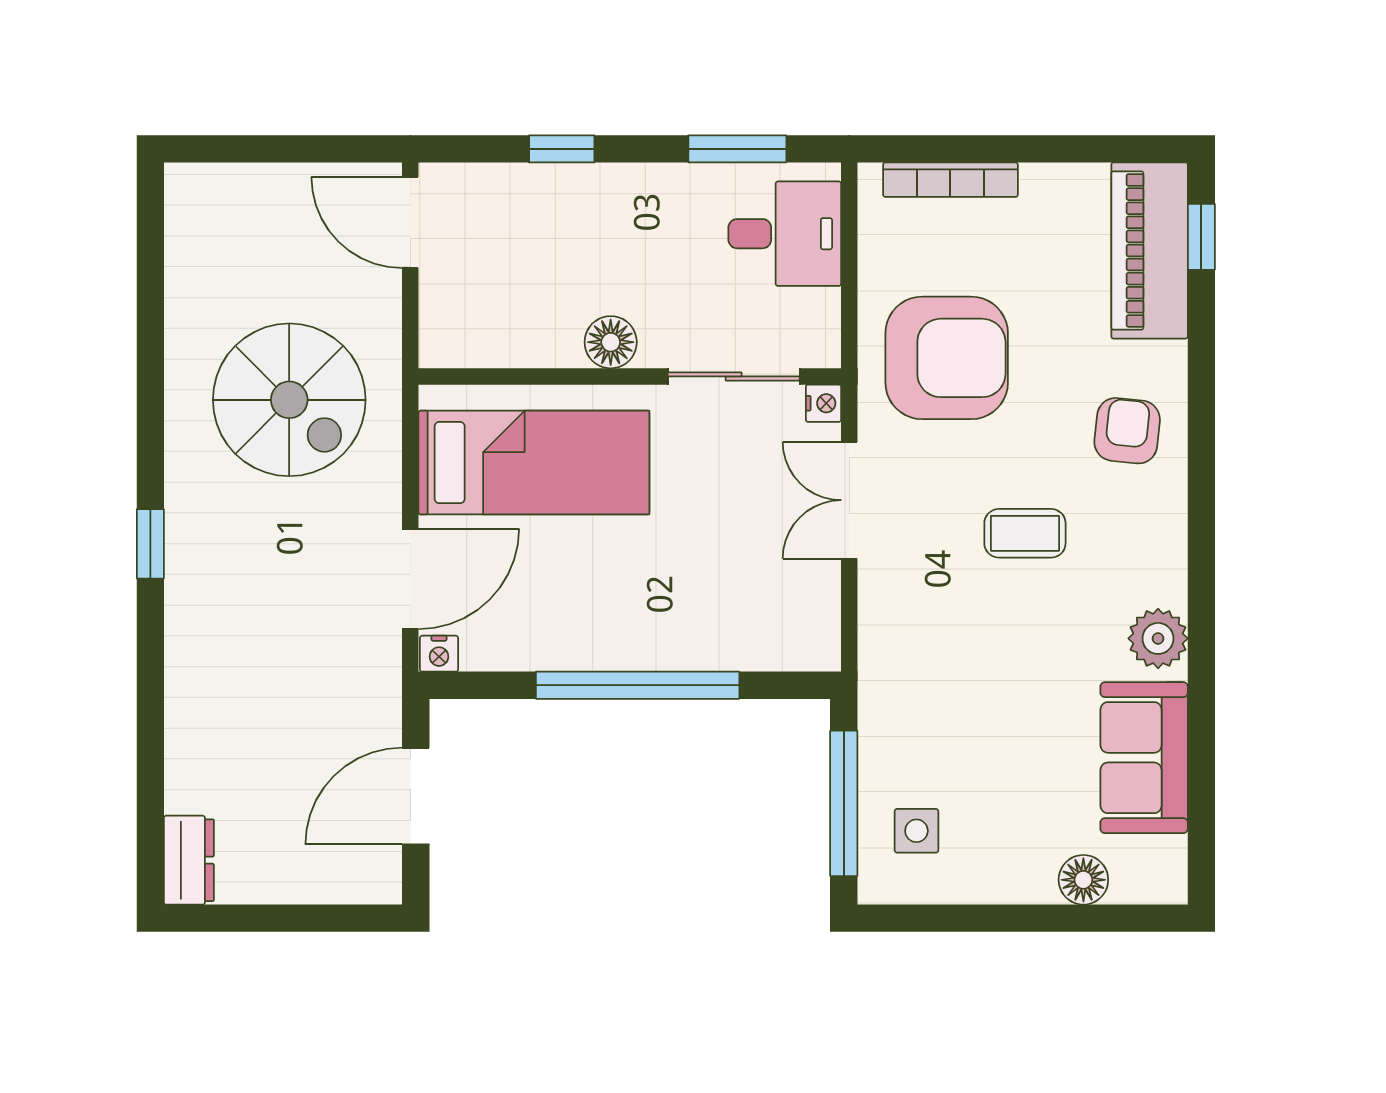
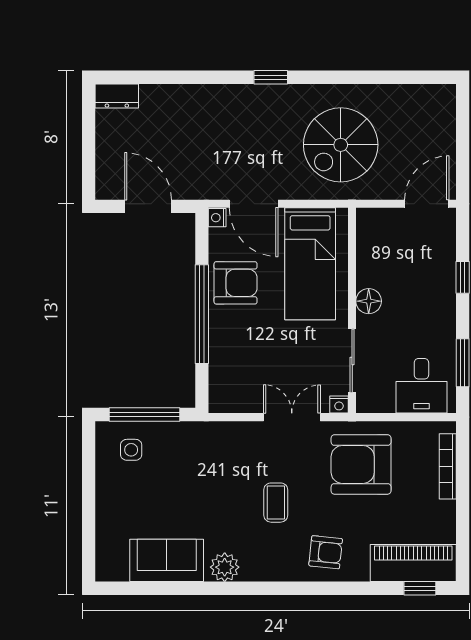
armchair: (947, 358) -> (361, 464), turned 90
armchair: (573, 616) -> (236, 283), added
floor lamp: (1083, 880) -> (107, 531), removed

